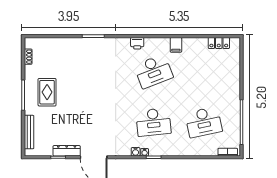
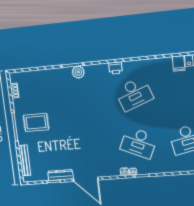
plant: (98, 44) -> (78, 72), added
filing cabinet: (176, 45) -> (179, 63), moved
rug: (47, 92) -> (36, 122), turned 90
desk: (153, 122) -> (139, 143), turned 30

